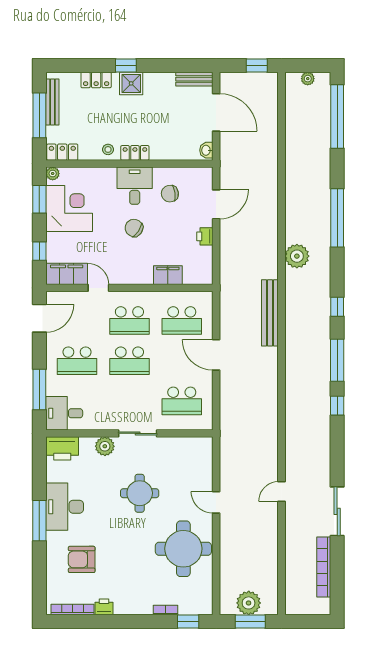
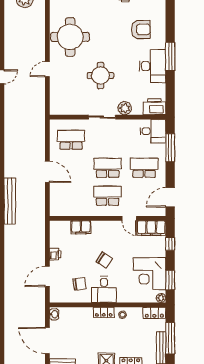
school desk: (182, 320) -> (71, 196), removed
door: (216, 502) -> (47, 69), swing flipped

